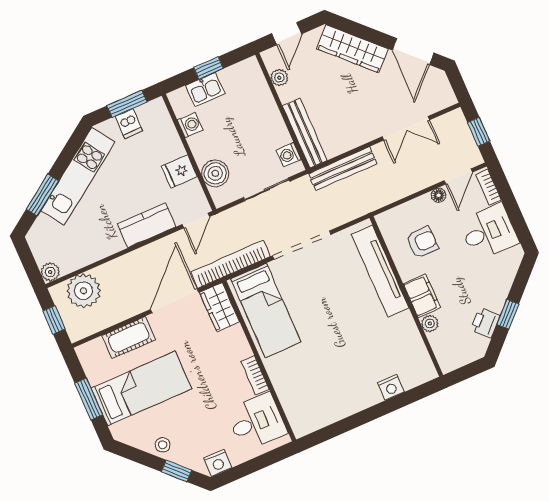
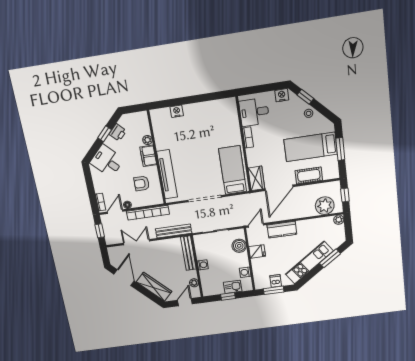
washing machine: (289, 155) -> (203, 265), moved
desk: (489, 232) -> (107, 161), moved, turned 45
bookcase: (230, 264) -> (148, 213), moved

